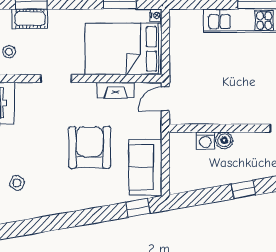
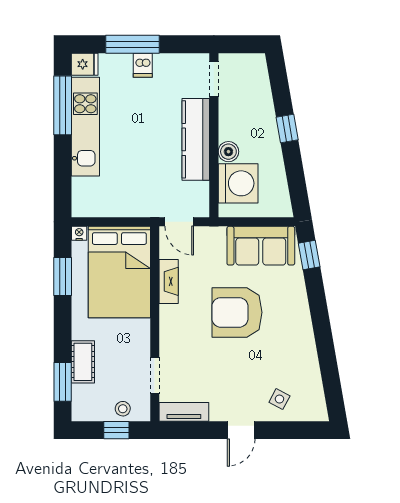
cot: (30, 19) -> (83, 362), moved
doorway: (56, 79) -> (155, 375), moved
kitchen counter: (234, 113) -> (196, 139), added
washing machine: (205, 141) -> (238, 183), width x1.89, depth x1.89

